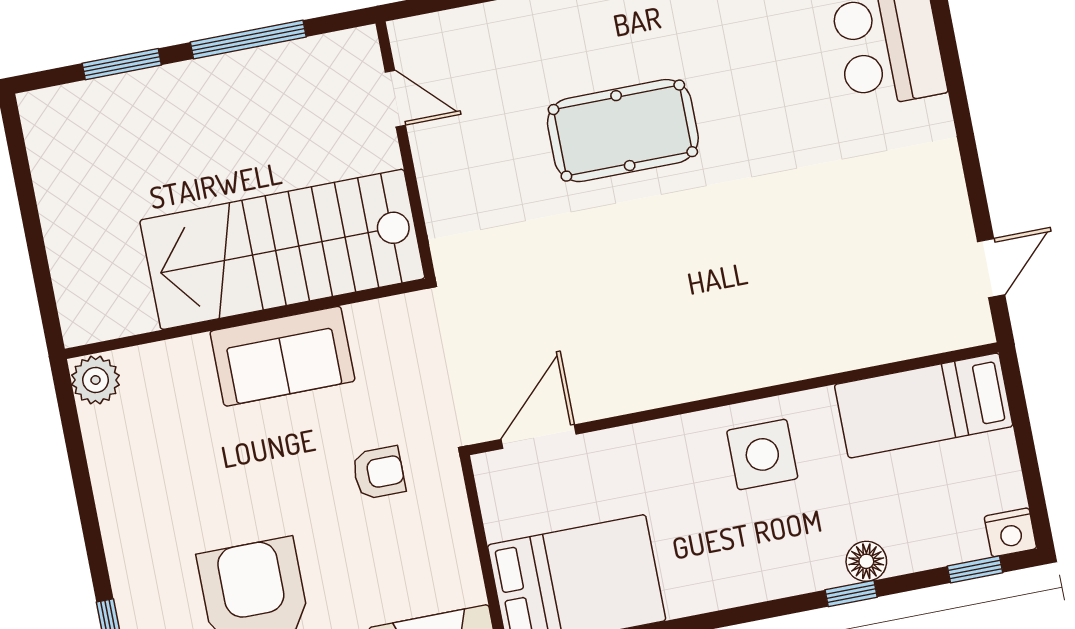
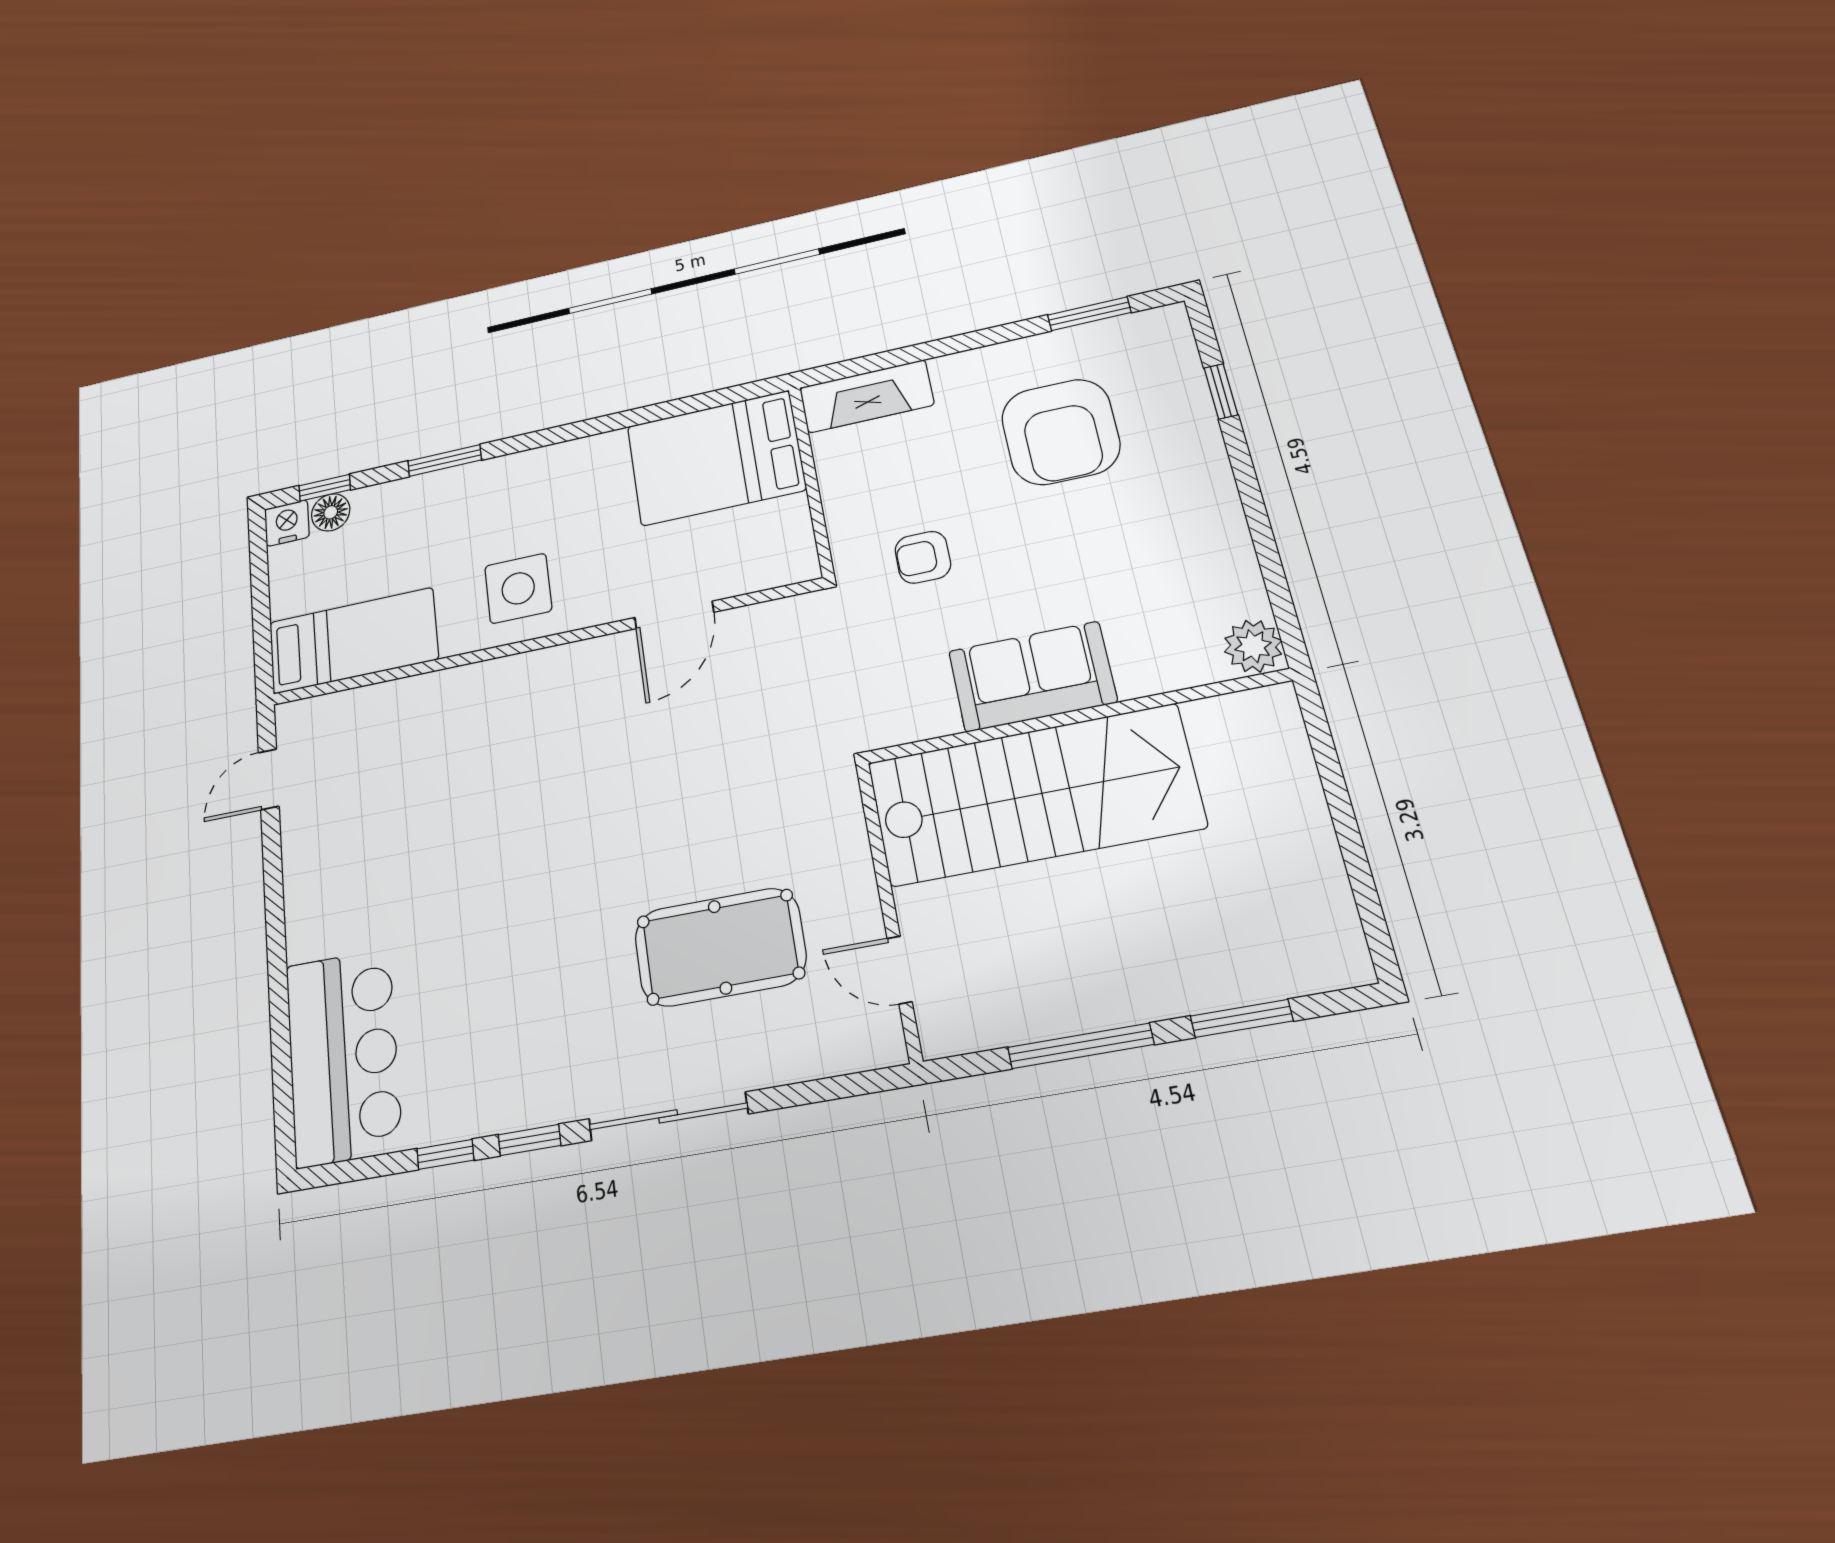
pool table: (623, 131) -> (720, 947), moved
door: (539, 437) -> (674, 615), moved
floor lamp: (866, 561) -> (331, 512), moved
window: (851, 594) -> (445, 460), width x1.50

